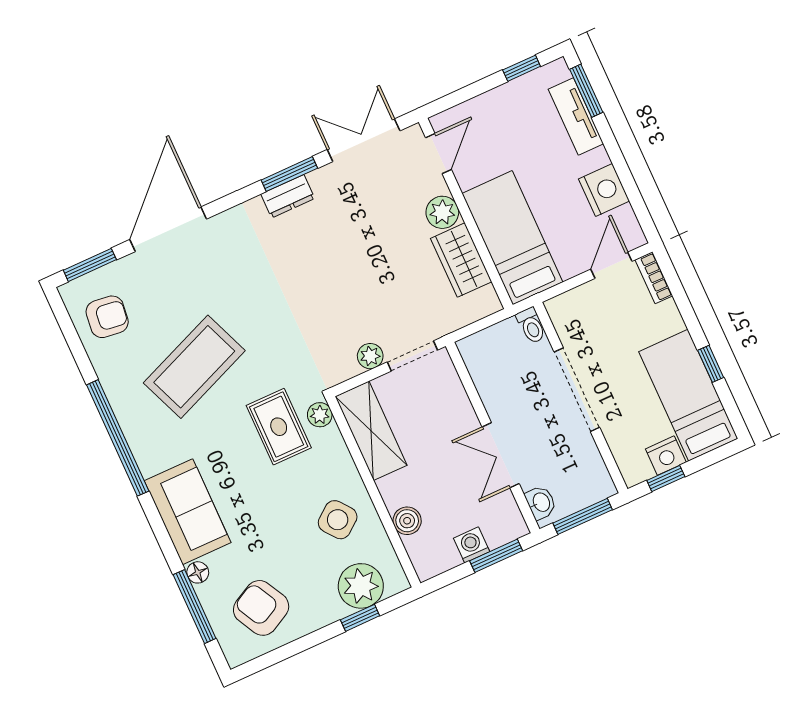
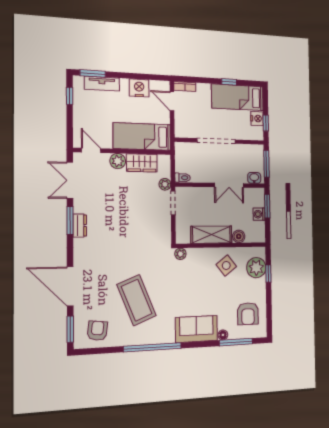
toilet: (531, 326) -> (183, 178), moved
plant: (370, 356) -> (165, 184), moved
rug: (279, 427) -> (178, 274), removed
shelving: (371, 431) -> (211, 235), moved
armchair: (261, 608) -> (248, 314), turned -62

